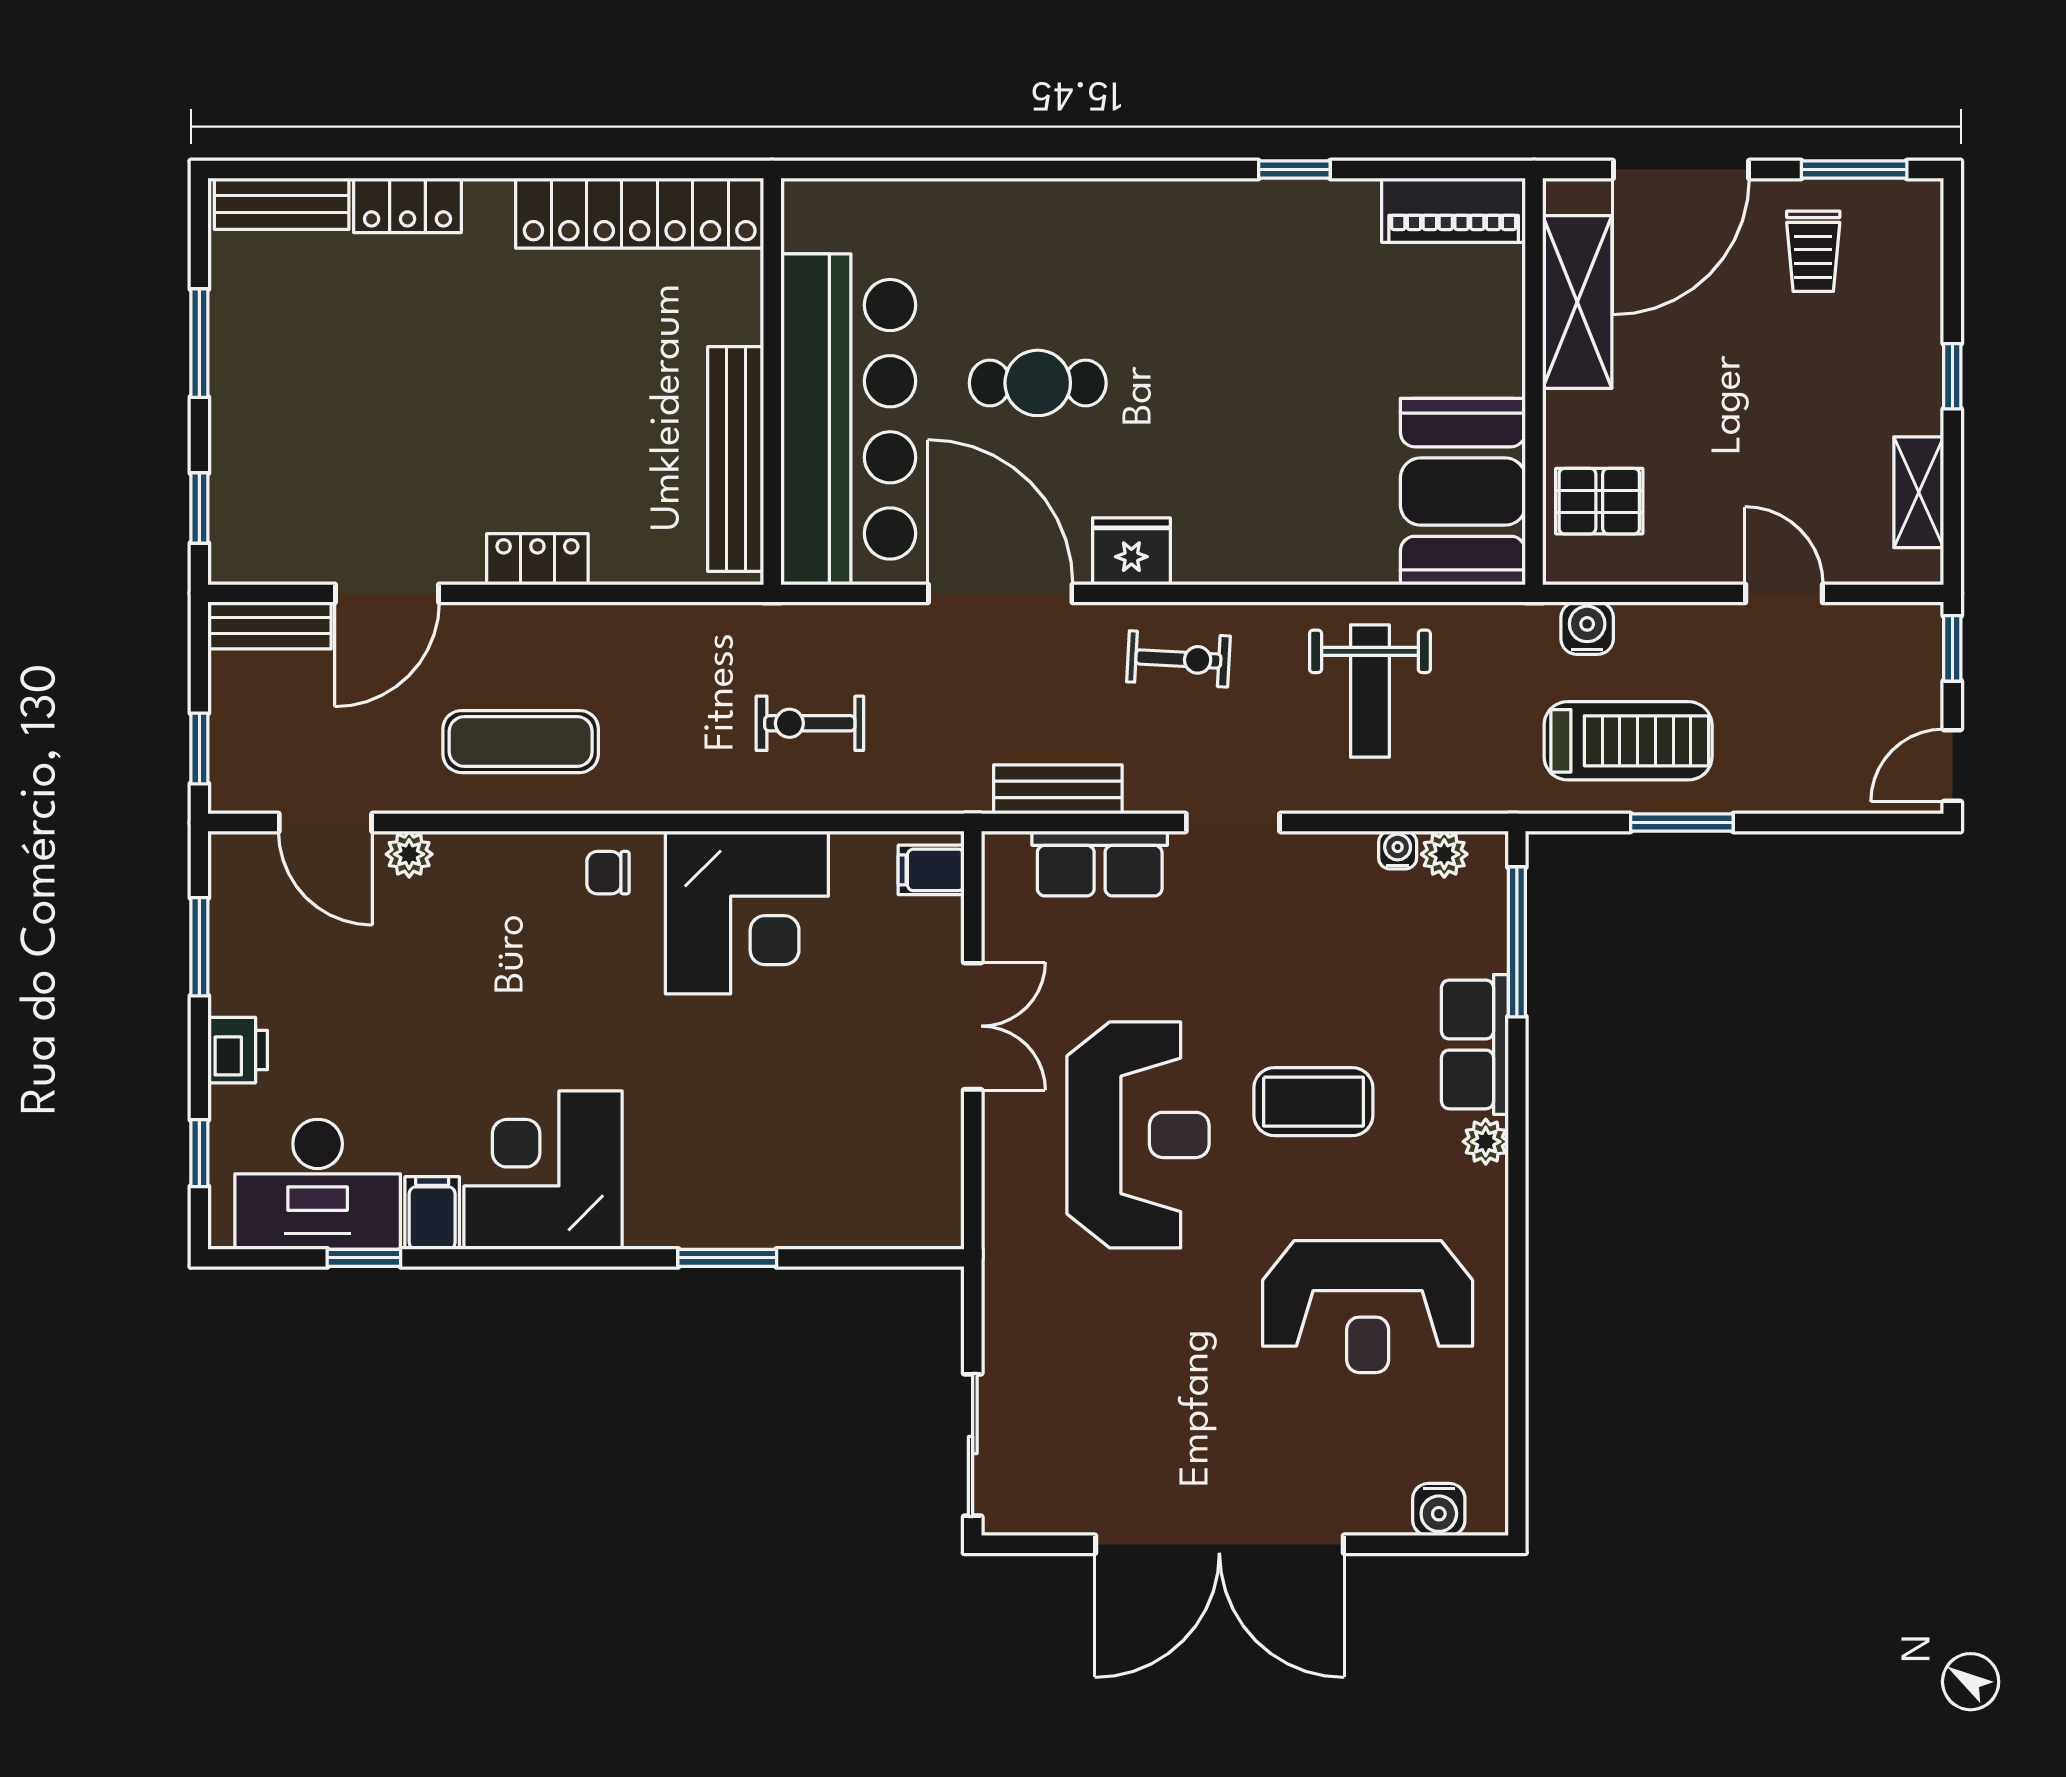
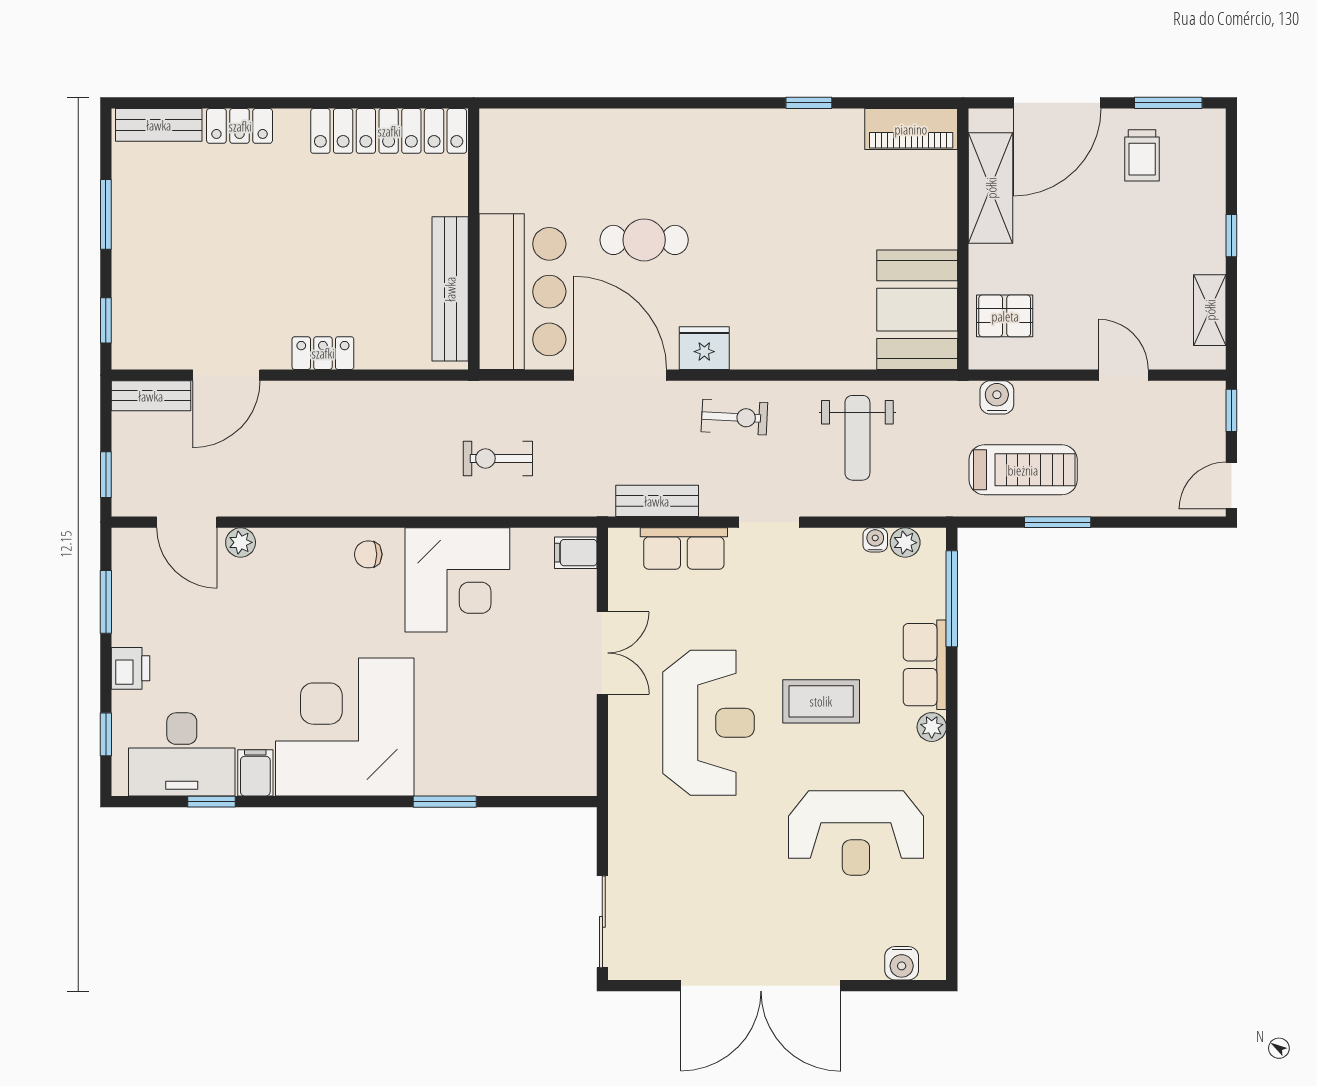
bar counter: (848, 419) -> (522, 292), width x0.73
exercise mat: (521, 742) -> (312, 470), removed
corner desk: (543, 1170) -> (345, 727), width x1.36, depth x1.36

